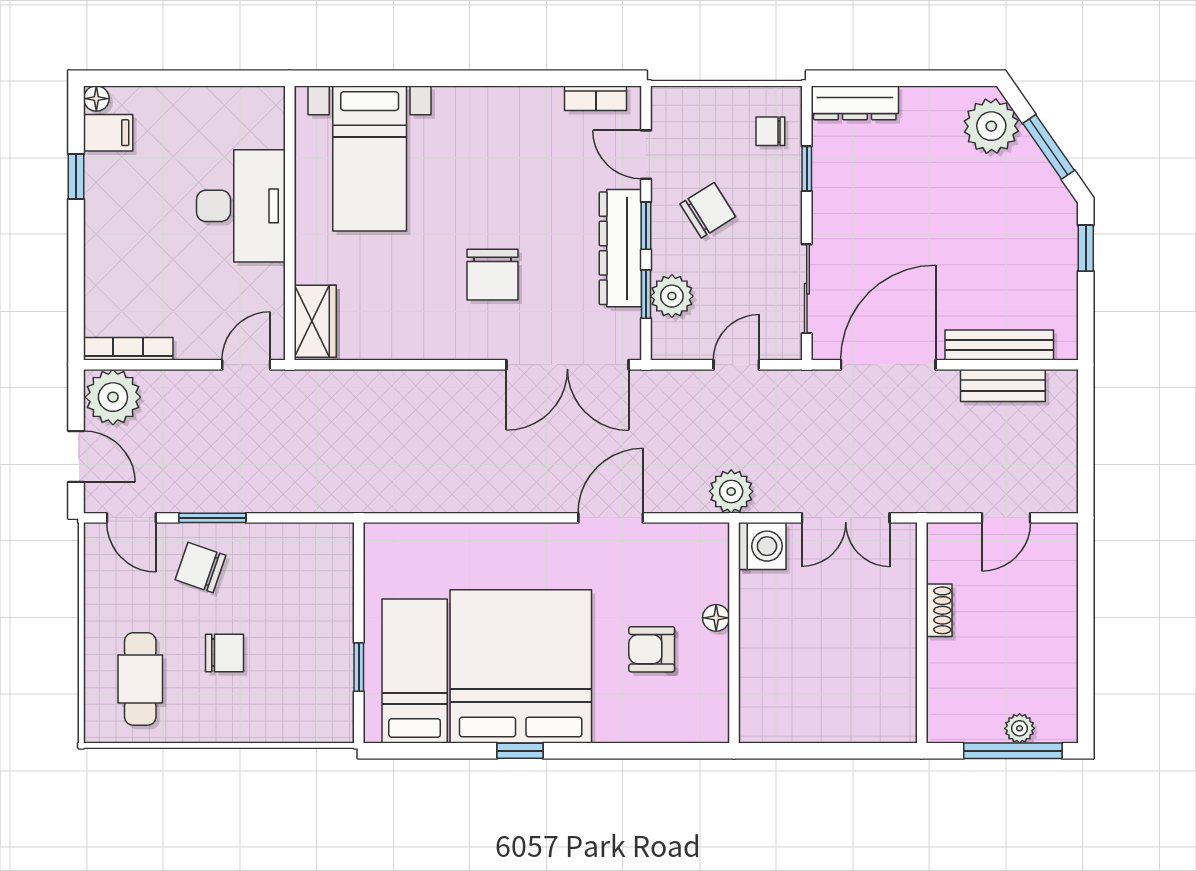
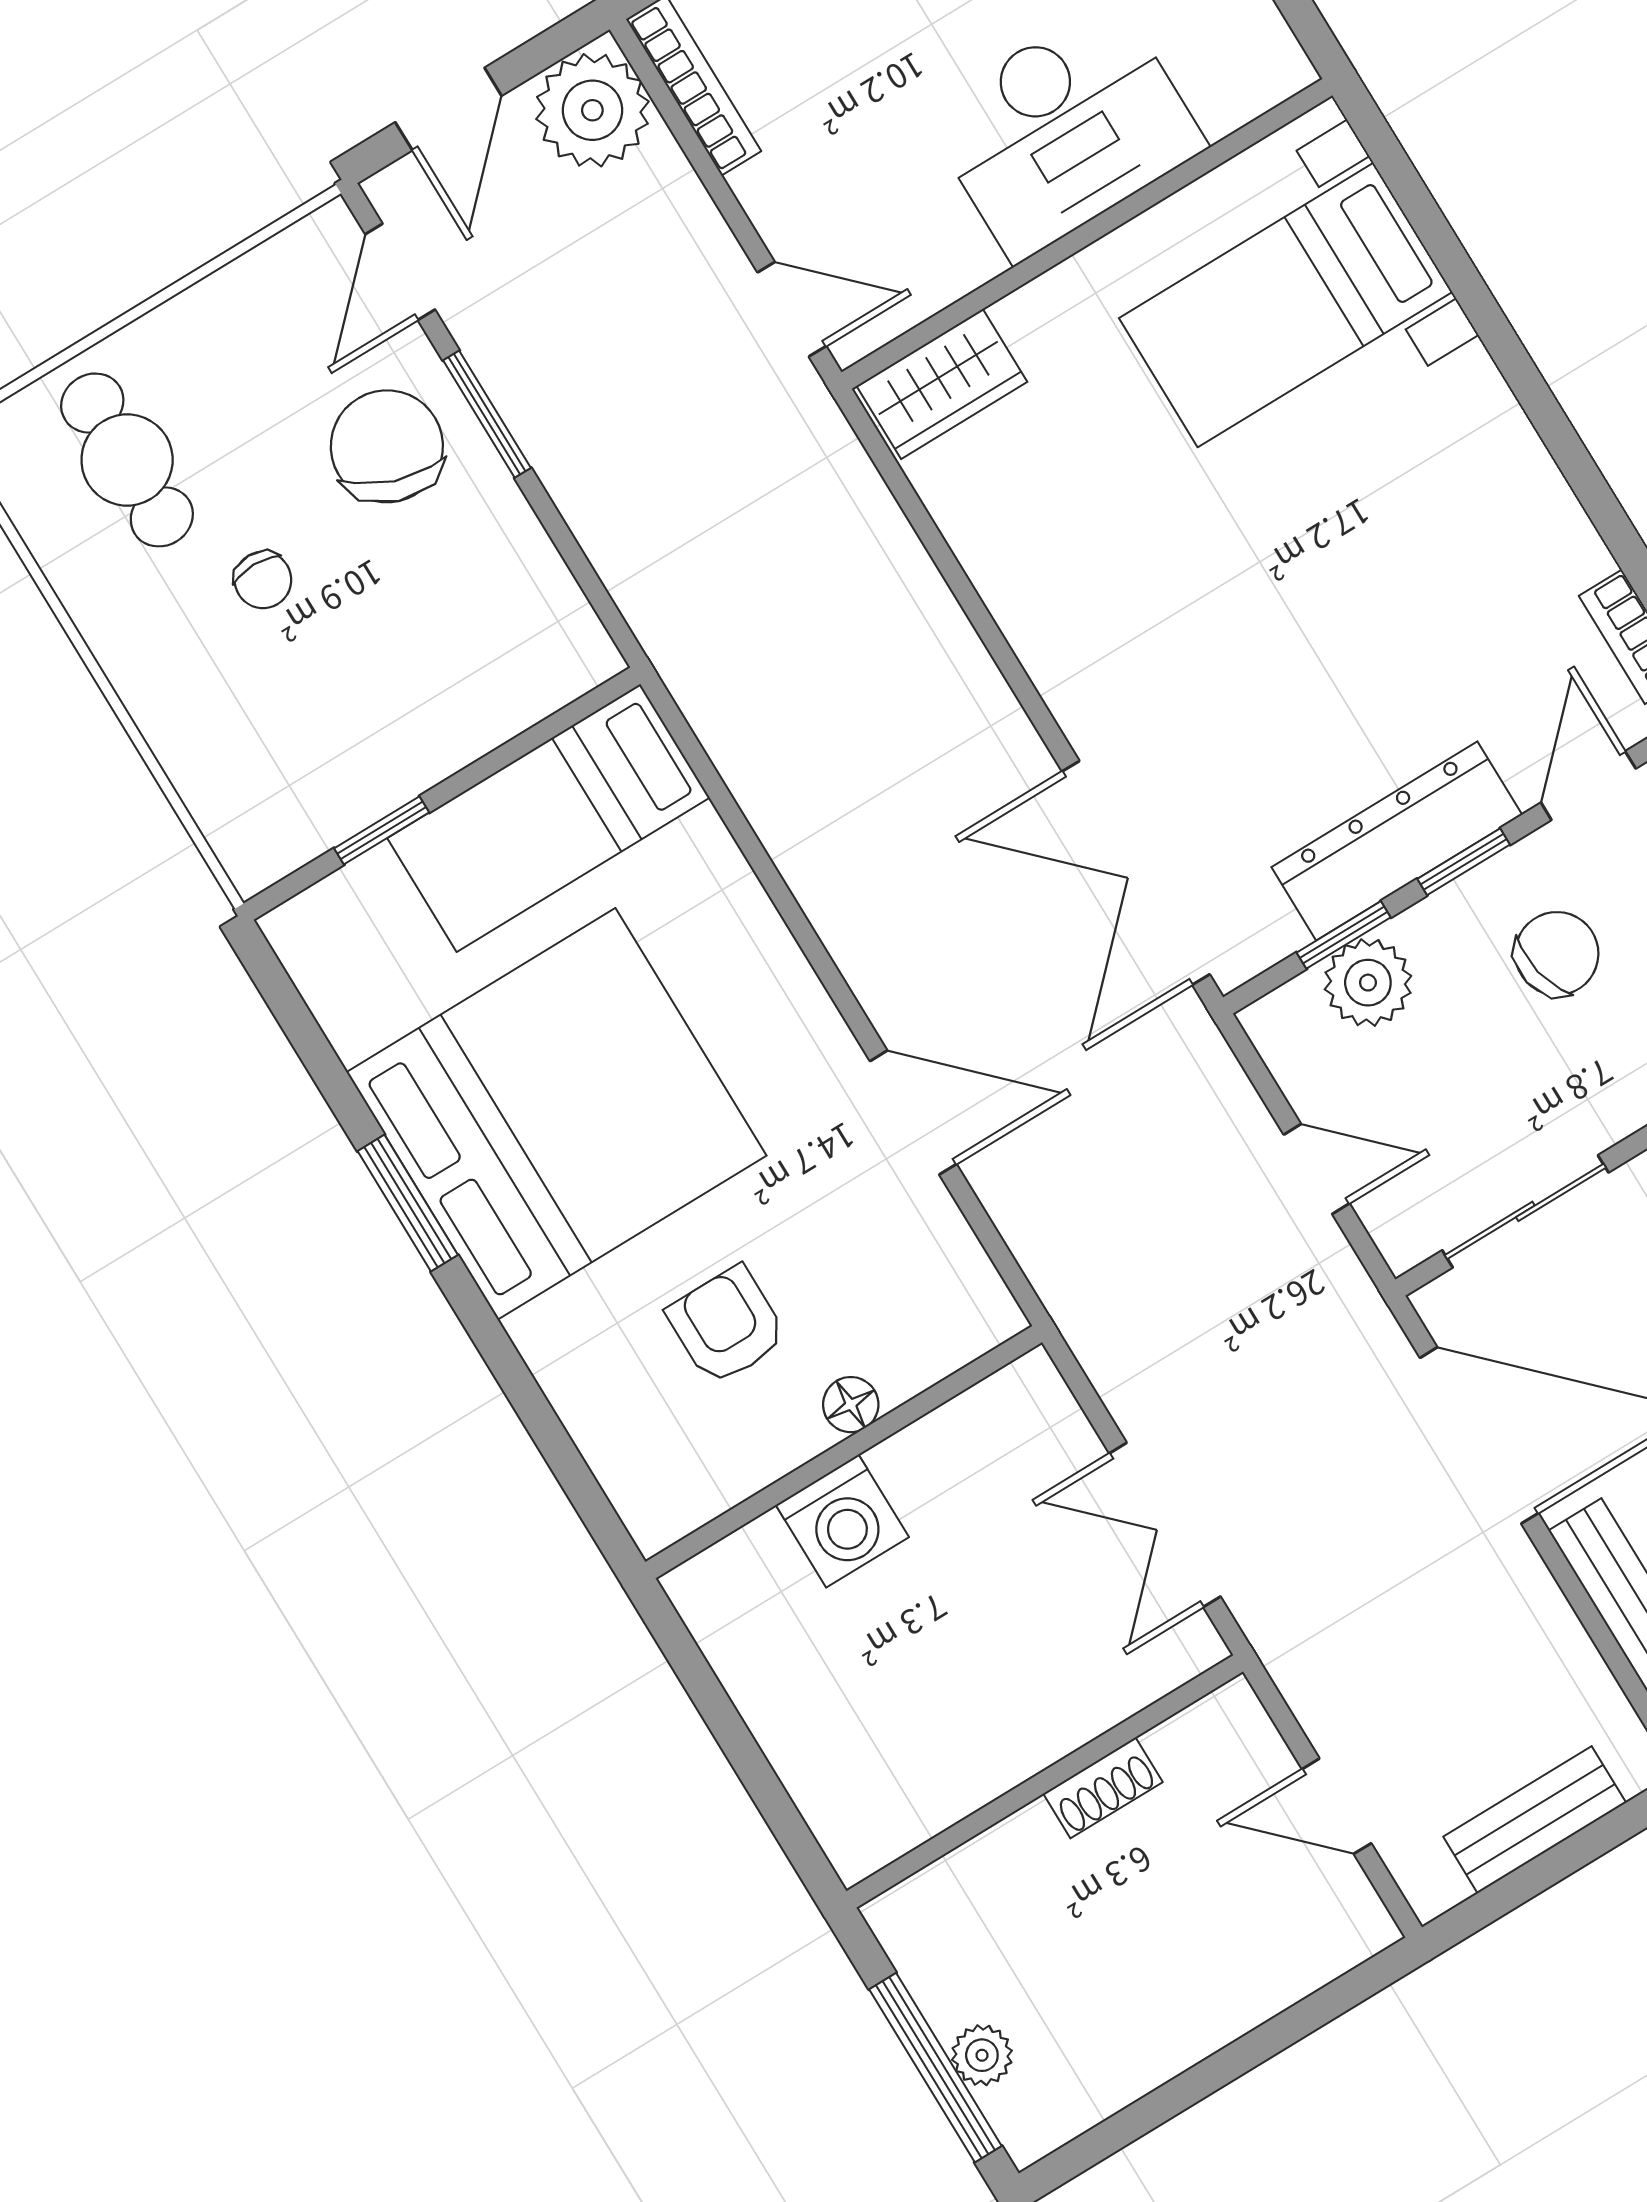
chair: (708, 210) -> (1557, 954), turned -70
chair: (493, 275) -> (1214, 645), removed
bench: (1003, 385) -> (1535, 1820), moved, turned 90
plant: (731, 491) -> (1089, 1296), removed
washing machine: (762, 546) -> (842, 1521), moved
chair: (200, 568) -> (387, 446), width x1.37, depth x1.37
chair: (225, 653) -> (263, 580), width x0.73, depth x0.73
bed: (415, 671) -> (549, 818), moved, turned 180
cafe table: (140, 679) -> (127, 460), turned 90
window: (520, 751) -> (408, 1203), width x1.50

